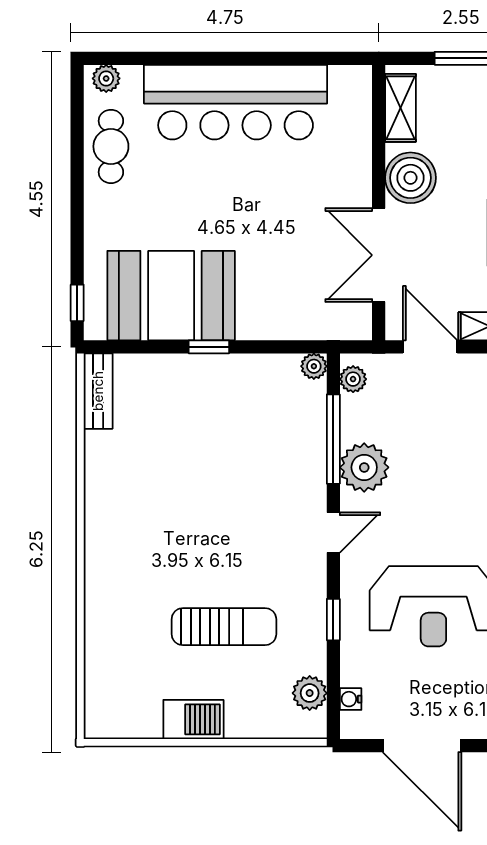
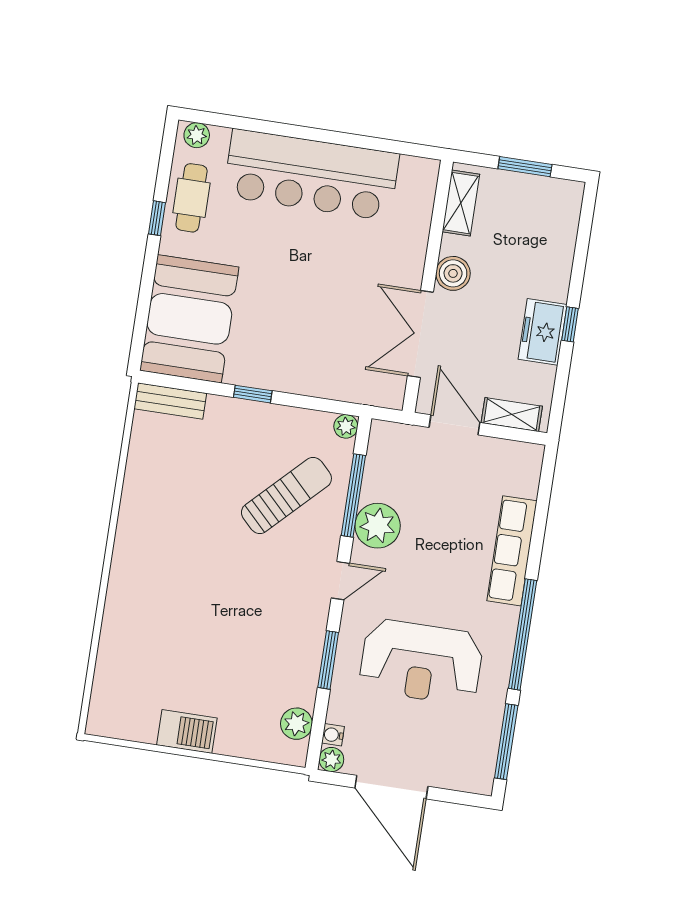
boiler: (410, 178) -> (453, 273), width x0.73, depth x0.73
booth: (171, 296) -> (189, 319), moved, turned 90
window: (77, 303) -> (157, 218), moved
plant: (353, 379) -> (331, 760), moved
bench: (98, 391) -> (170, 401), moved, turned 90
window: (333, 620) -> (328, 660), width x1.50
sun lounger: (224, 627) -> (286, 495), moved, turned -45

